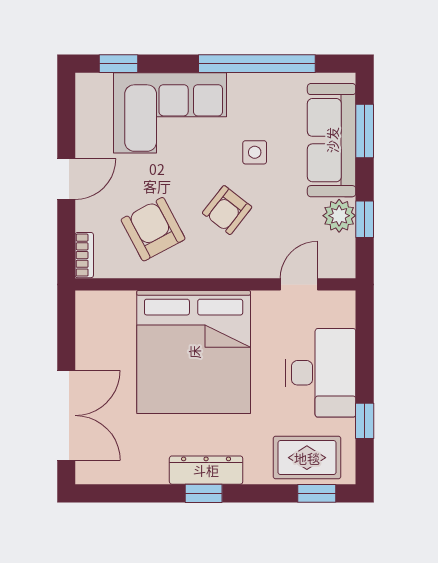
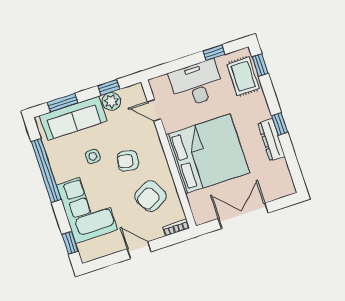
armchair: (227, 210) -> (128, 161), turned 153
double door: (66, 415) -> (243, 216), moved
dresser: (206, 470) -> (271, 140), moved

